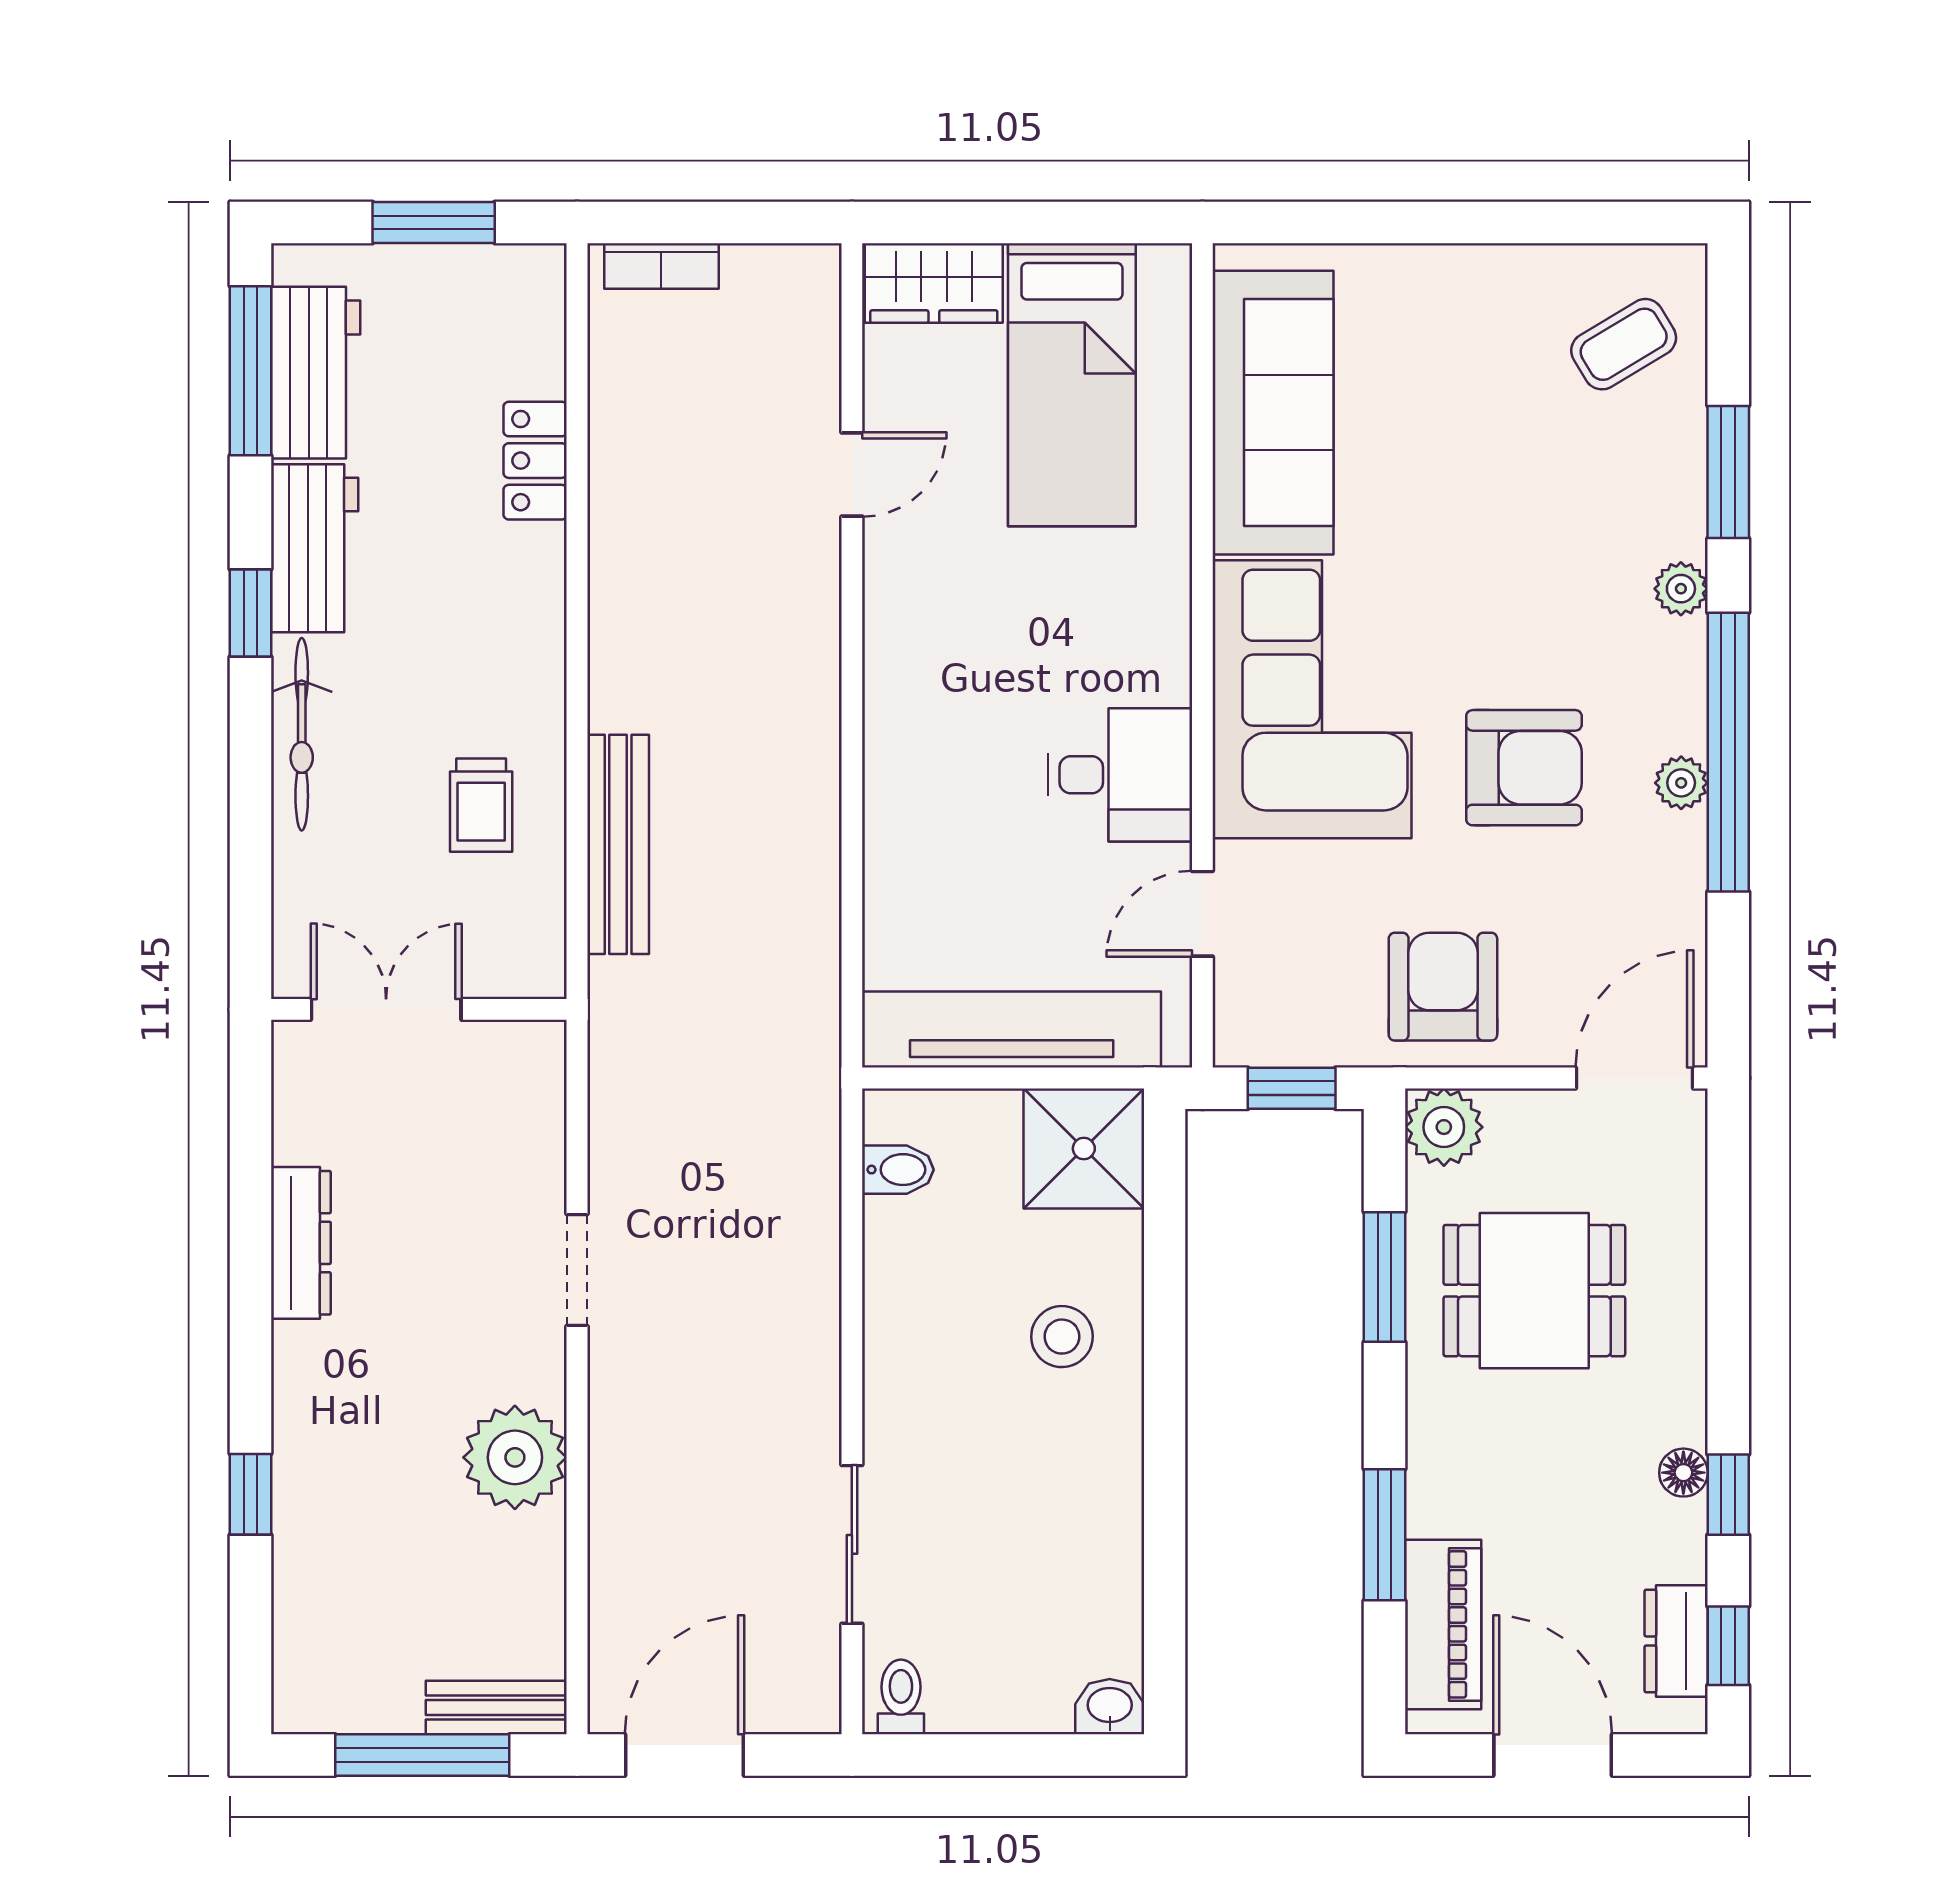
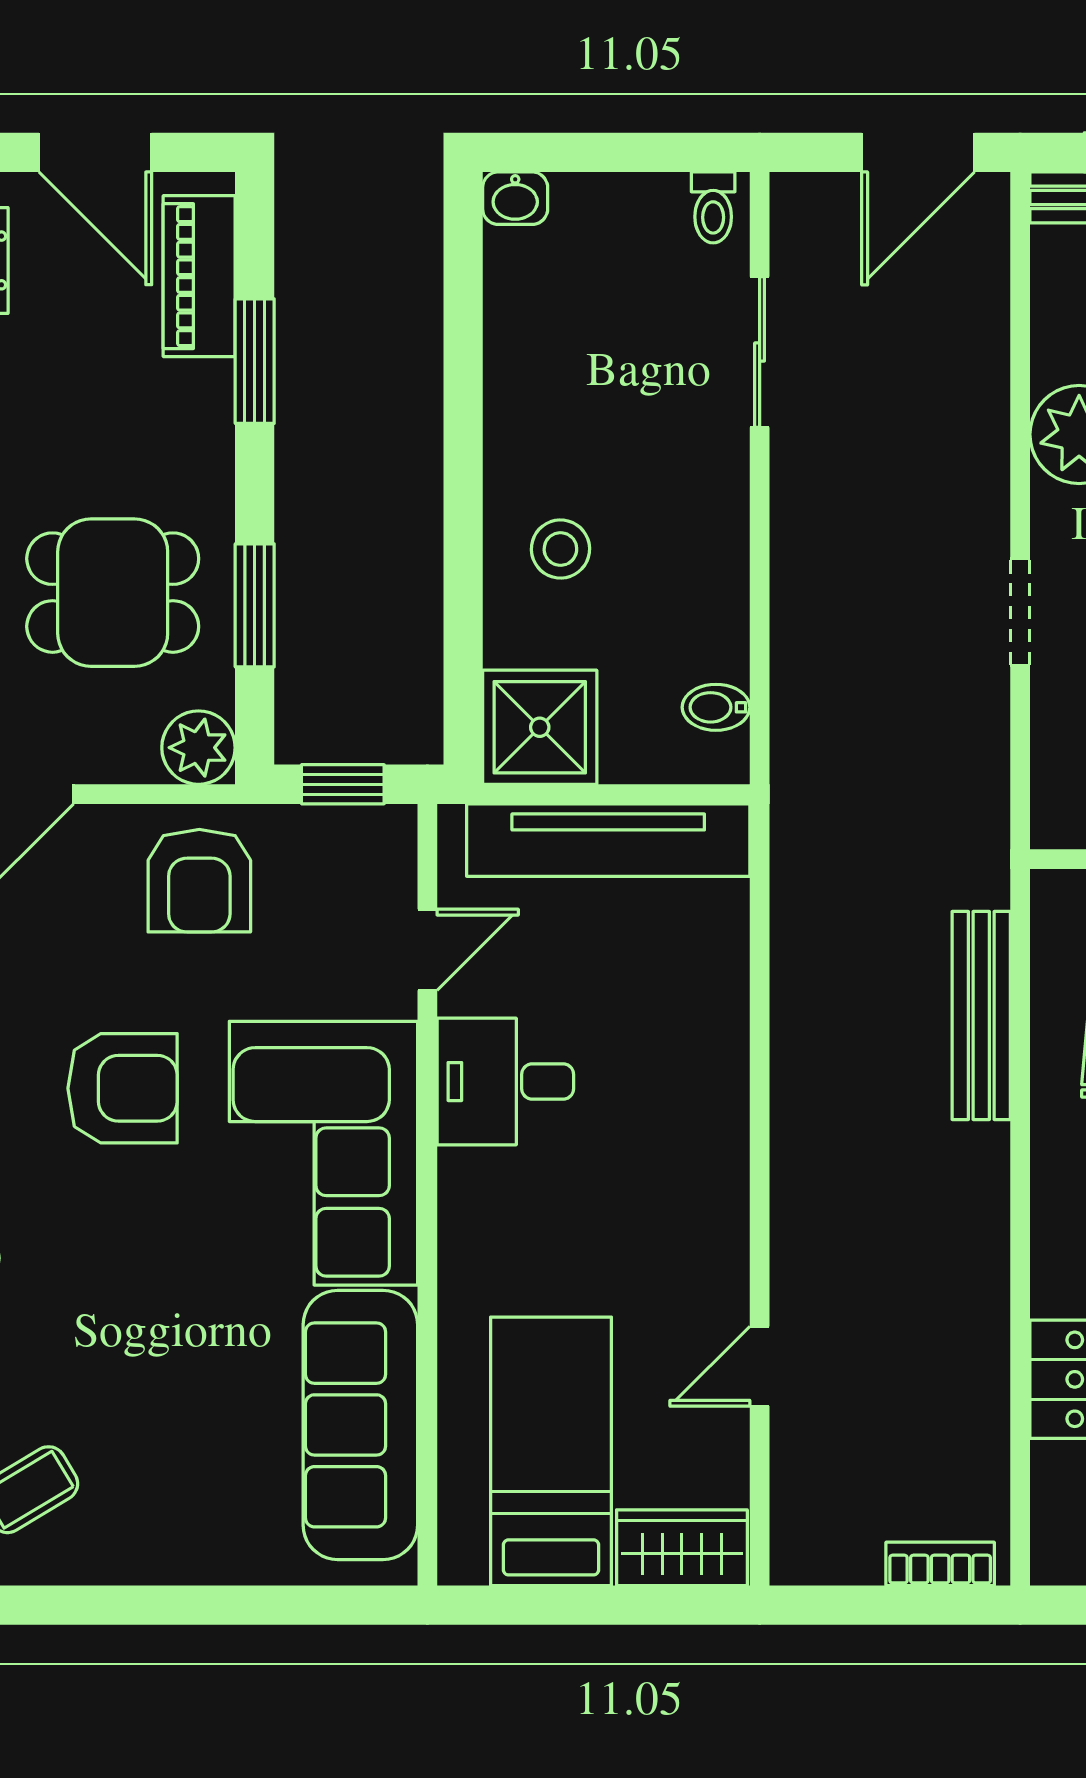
armchair: (1524, 768) -> (123, 1088), turned 180

